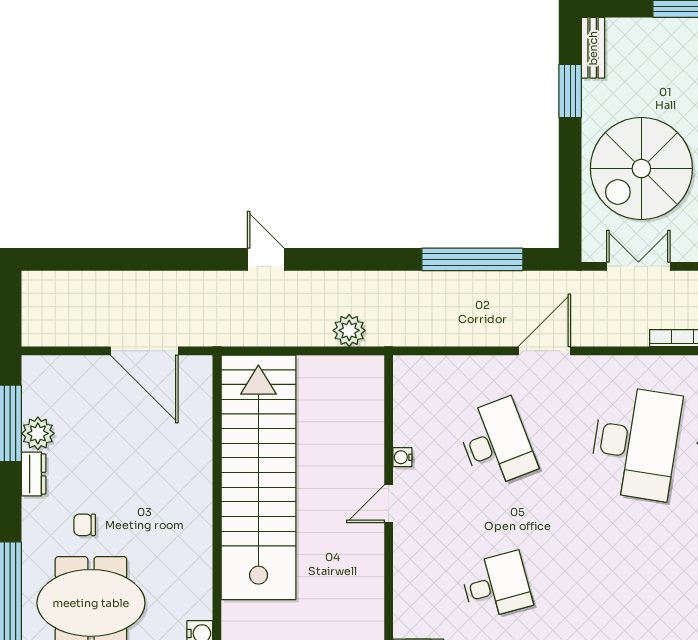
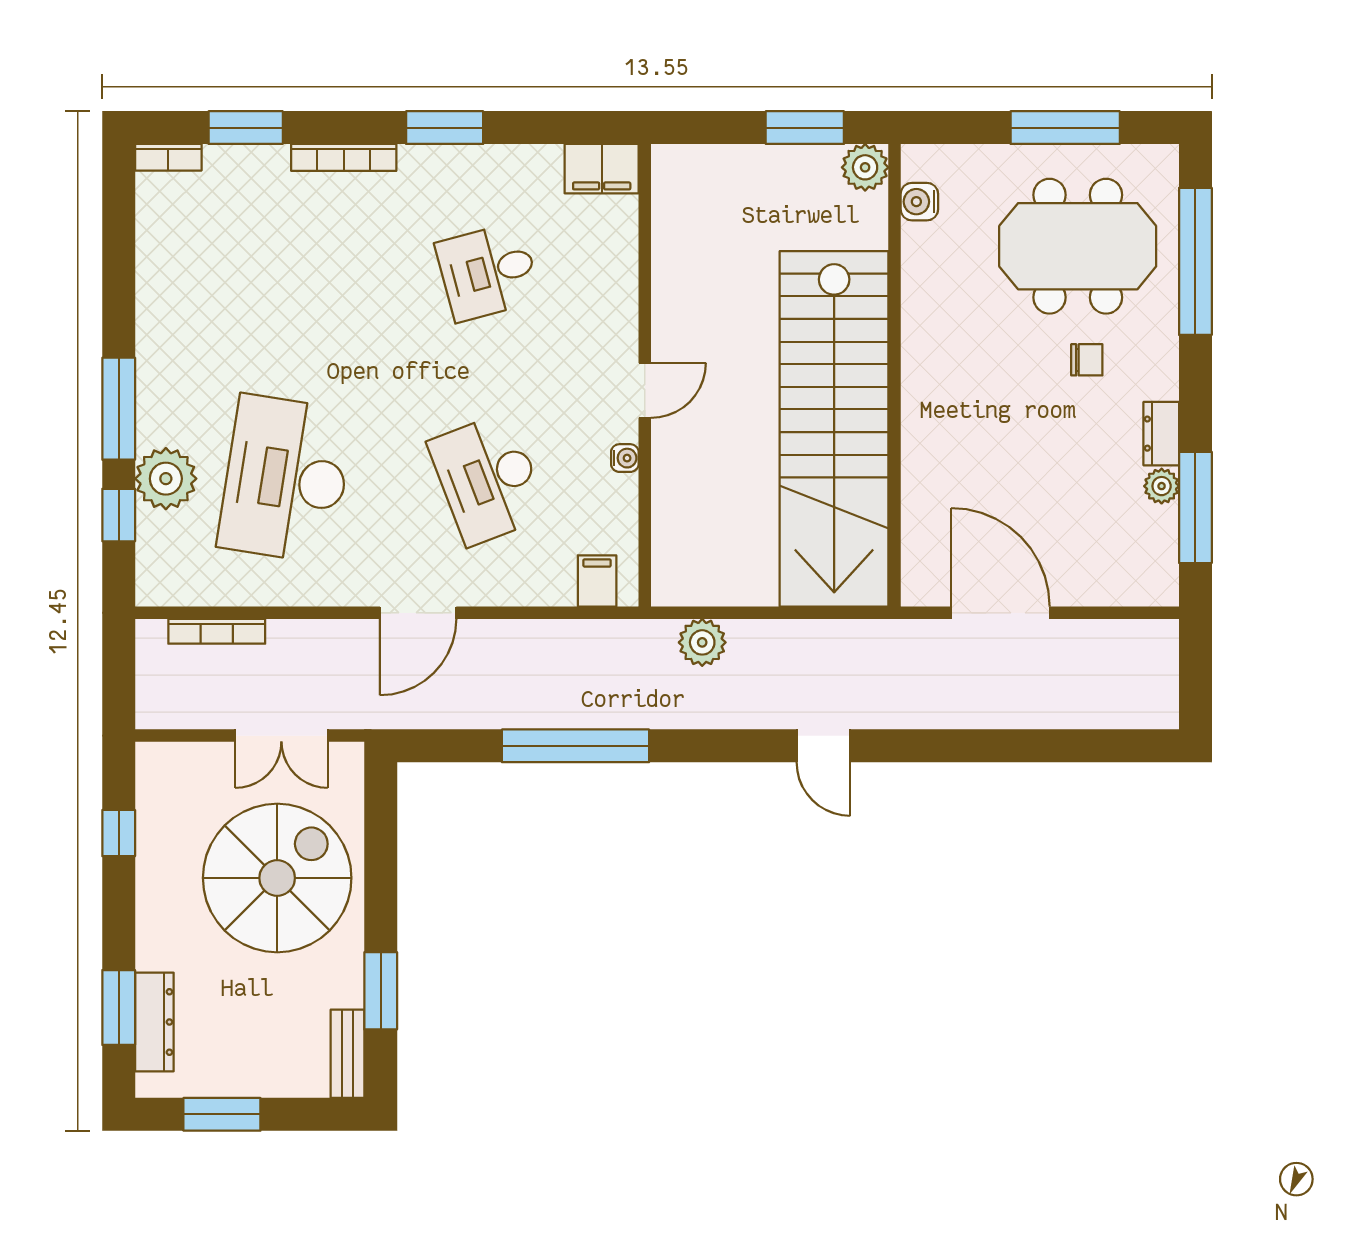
window: (472, 259) -> (575, 746), moved
filing cabinet: (421, 373) -> (597, 581), added
plant: (38, 433) -> (1162, 486), width x0.73, depth x0.73

